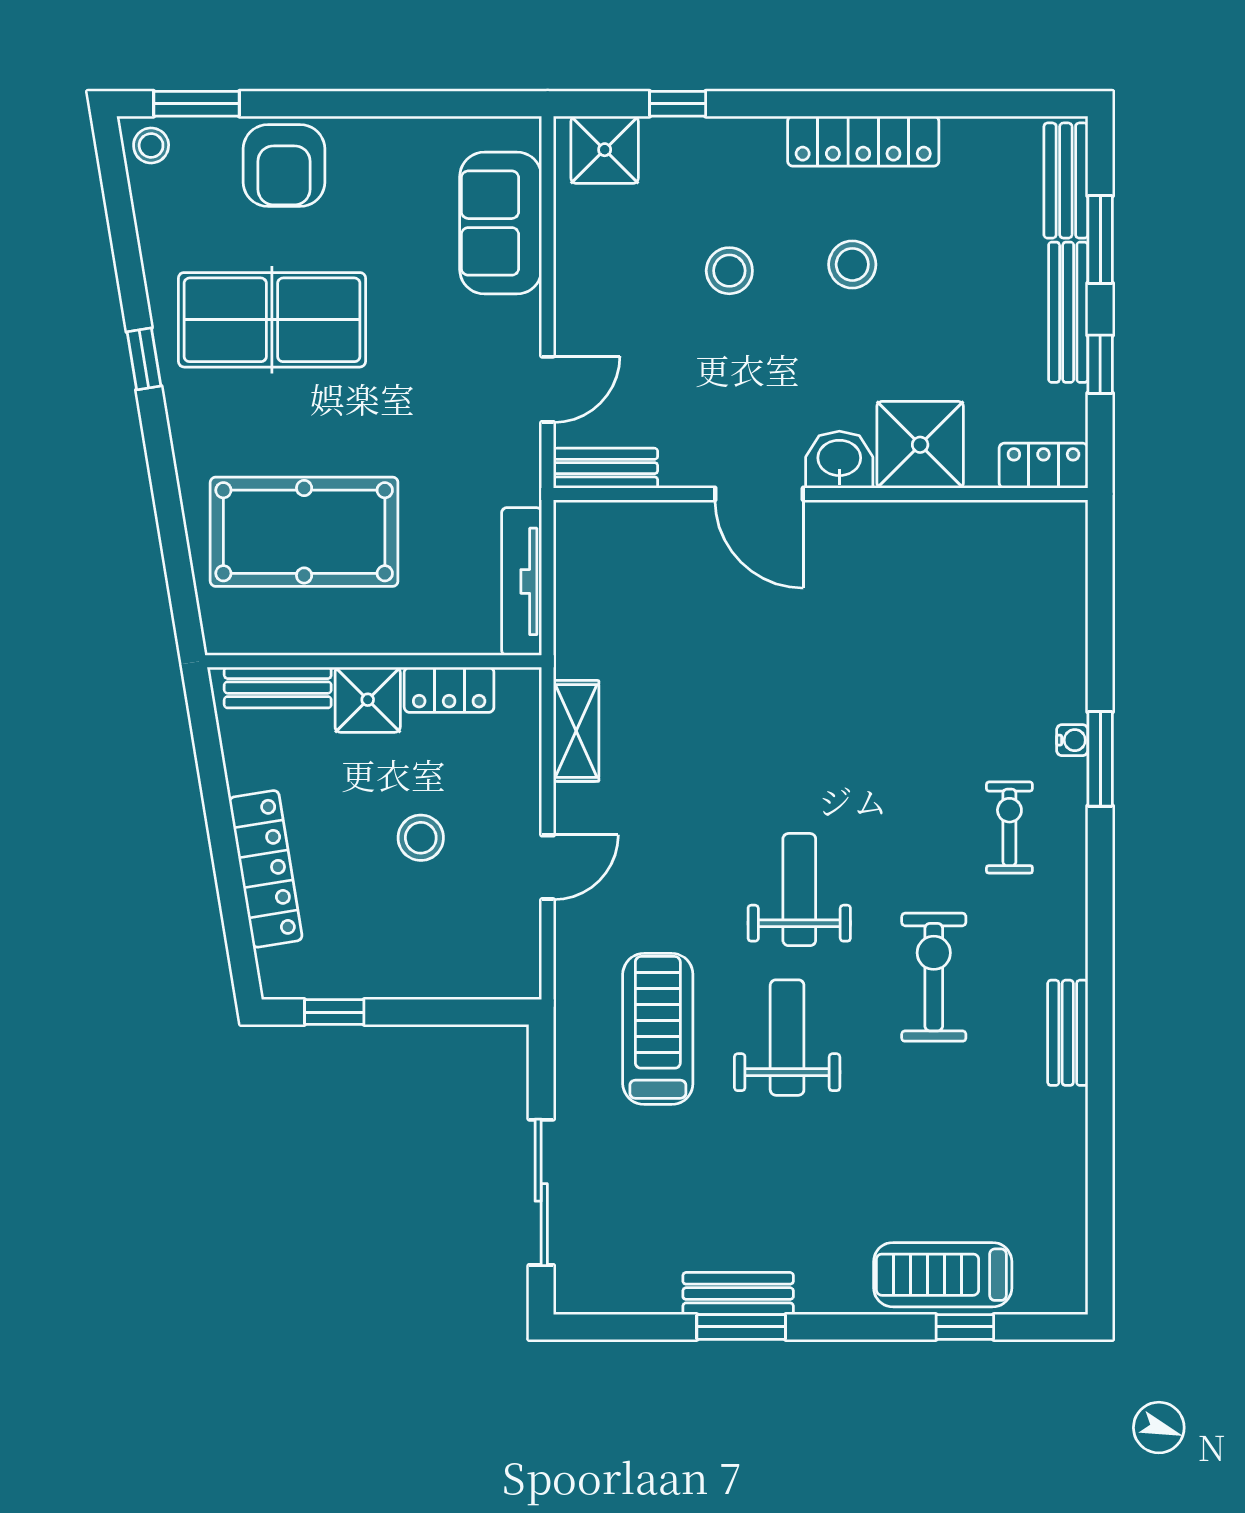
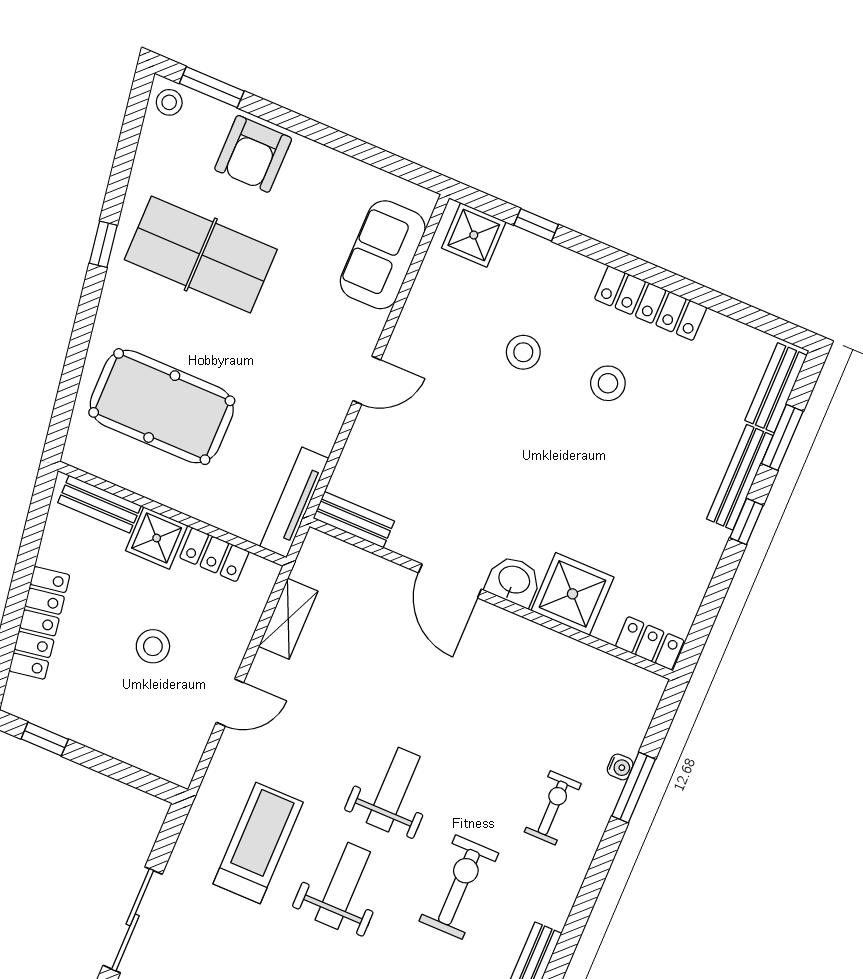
shower: (920, 445) -> (572, 594), moved
washbasin: (839, 460) -> (514, 581), moved
locker: (1043, 466) -> (650, 643), moved
bench: (606, 468) -> (354, 520), moved
door: (759, 494) -> (450, 581), moved
wall: (821, 494) -> (491, 599), moved

